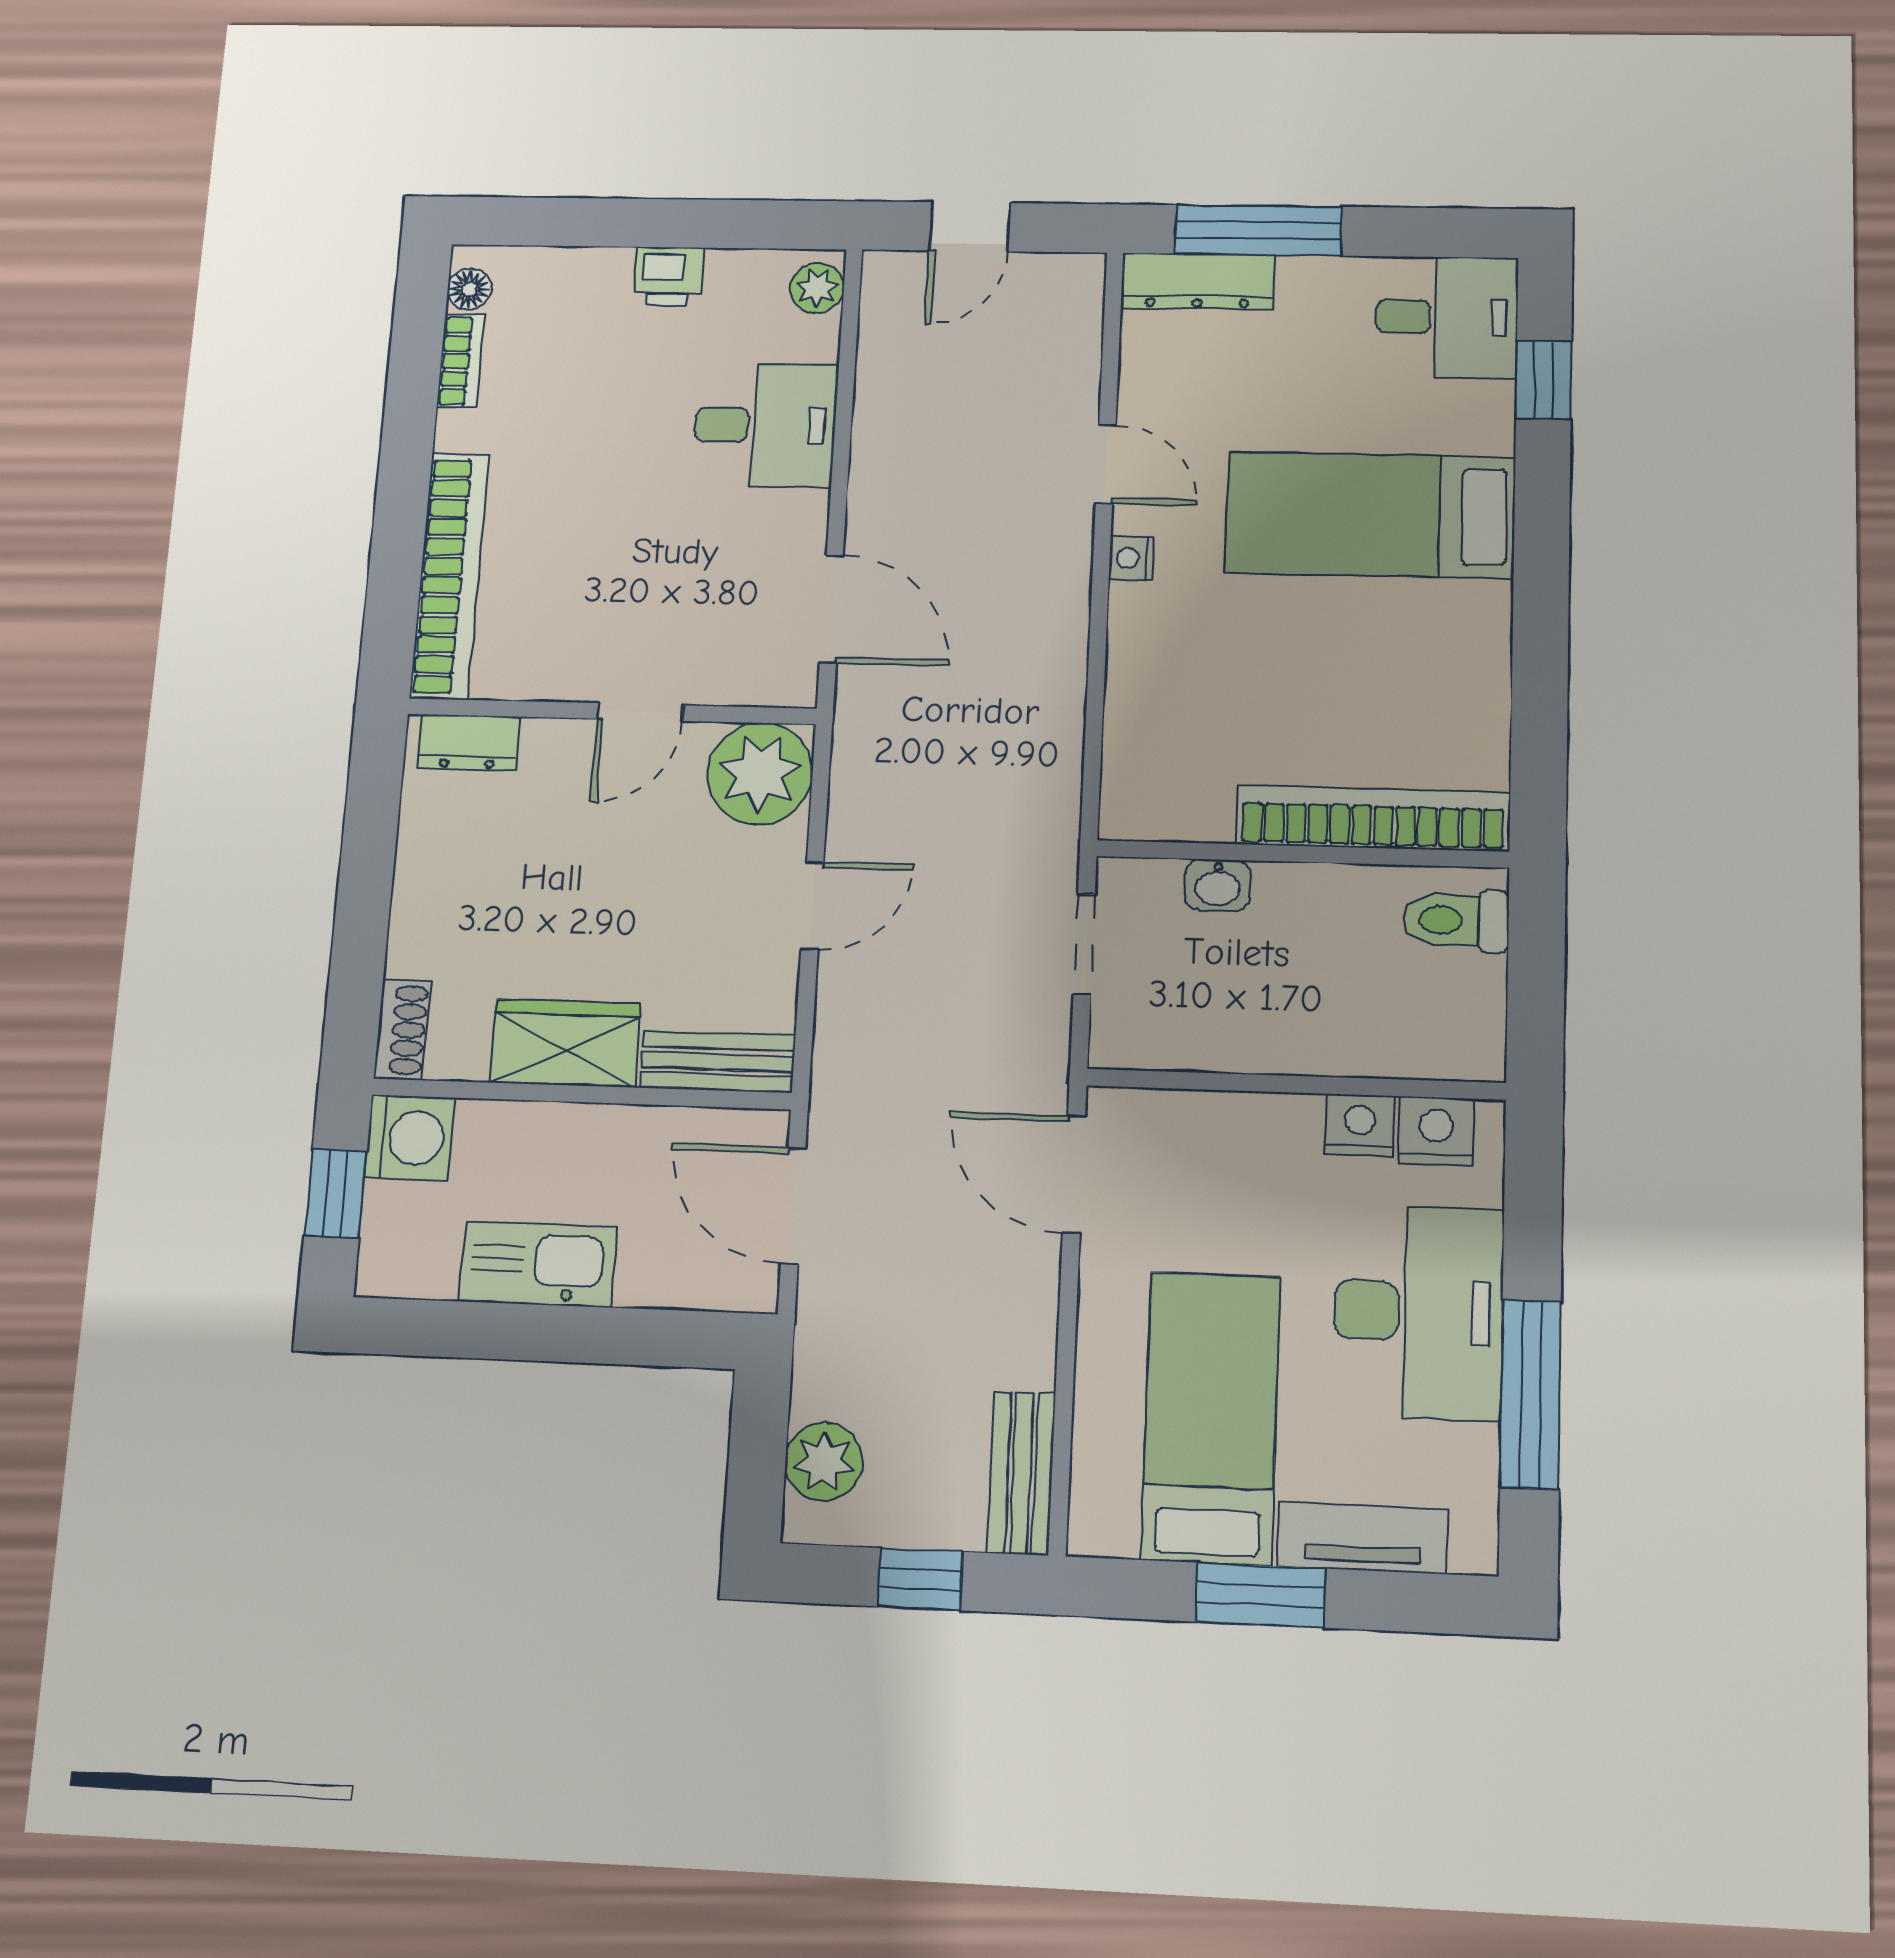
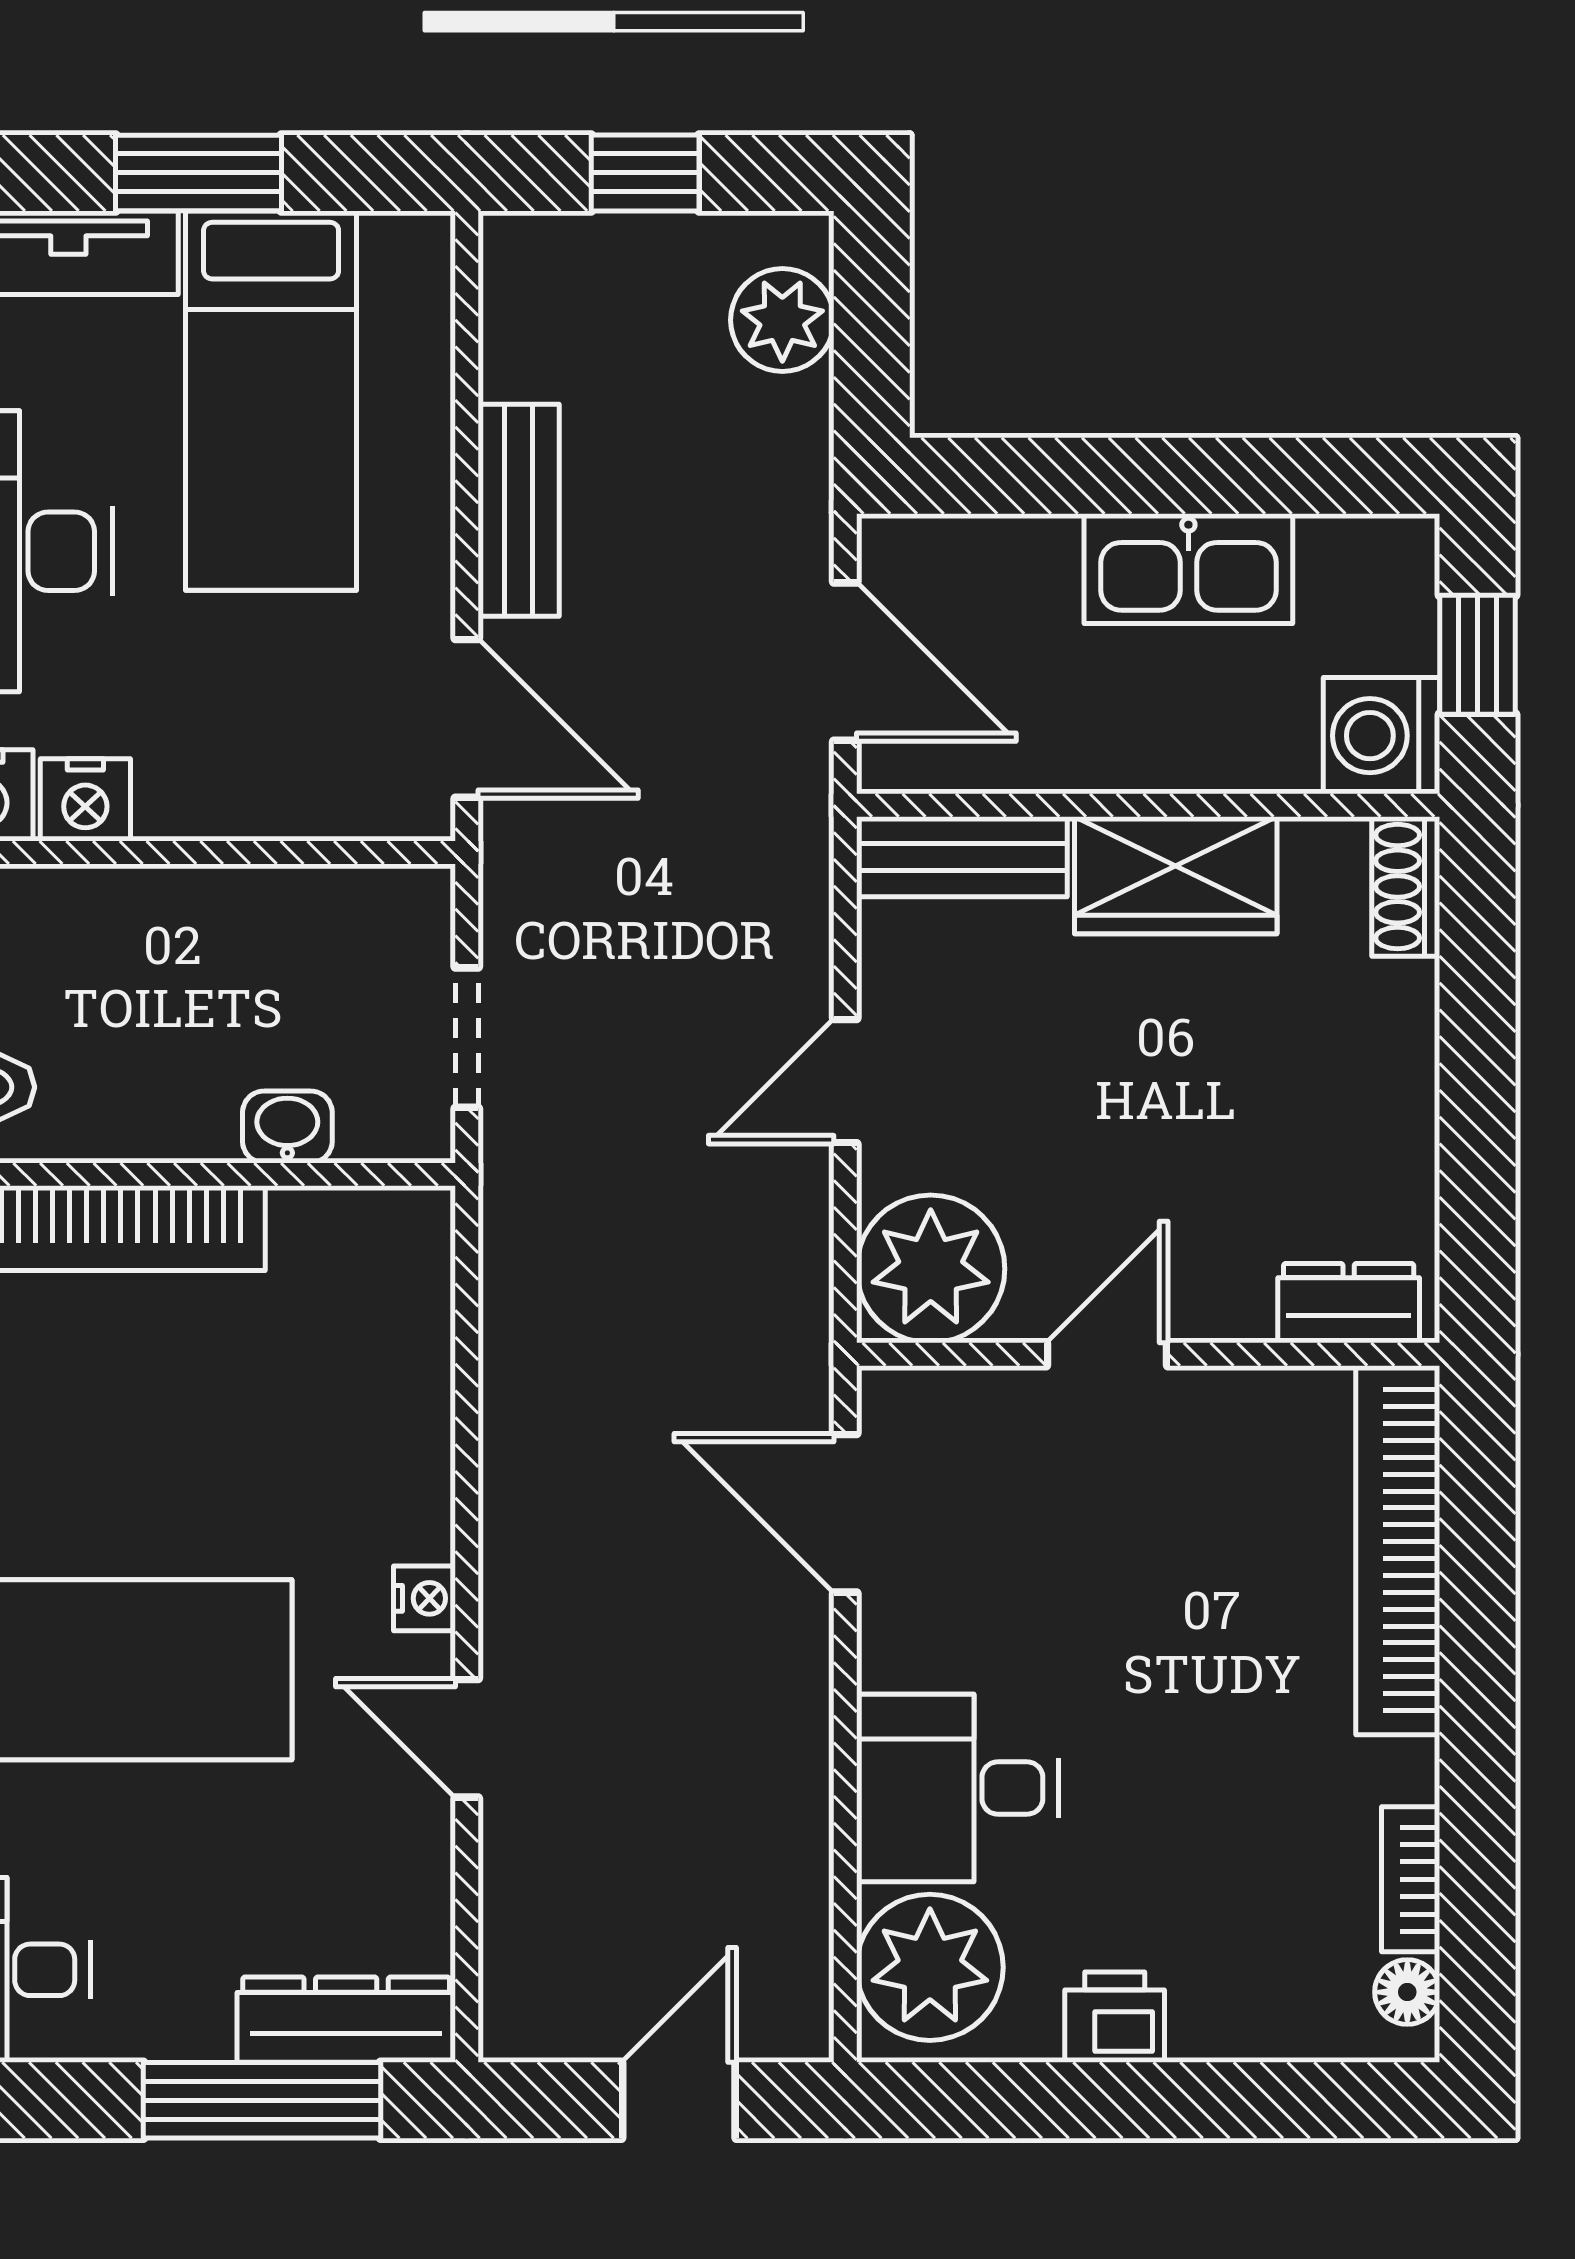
plant: (817, 288) -> (930, 1967), width x1.88, depth x1.88
bench: (1021, 1473) -> (519, 510), moved

